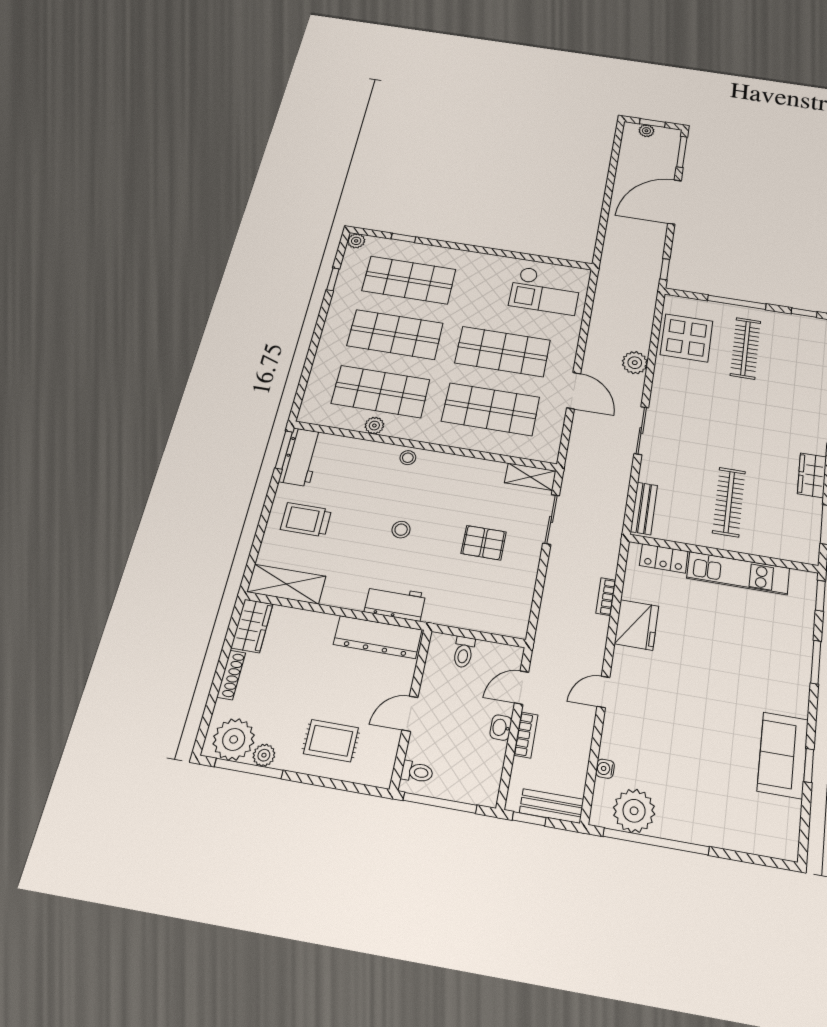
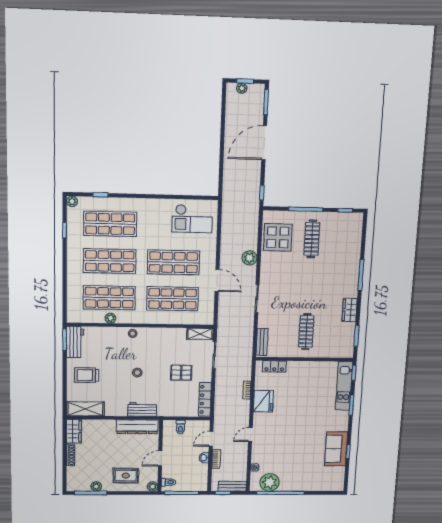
kitchen unit: (738, 573) -> (344, 386), moved, turned 90
locker: (521, 602) -> (205, 399), added
plant: (234, 739) -> (152, 486), moved, width x0.53, depth x0.53

